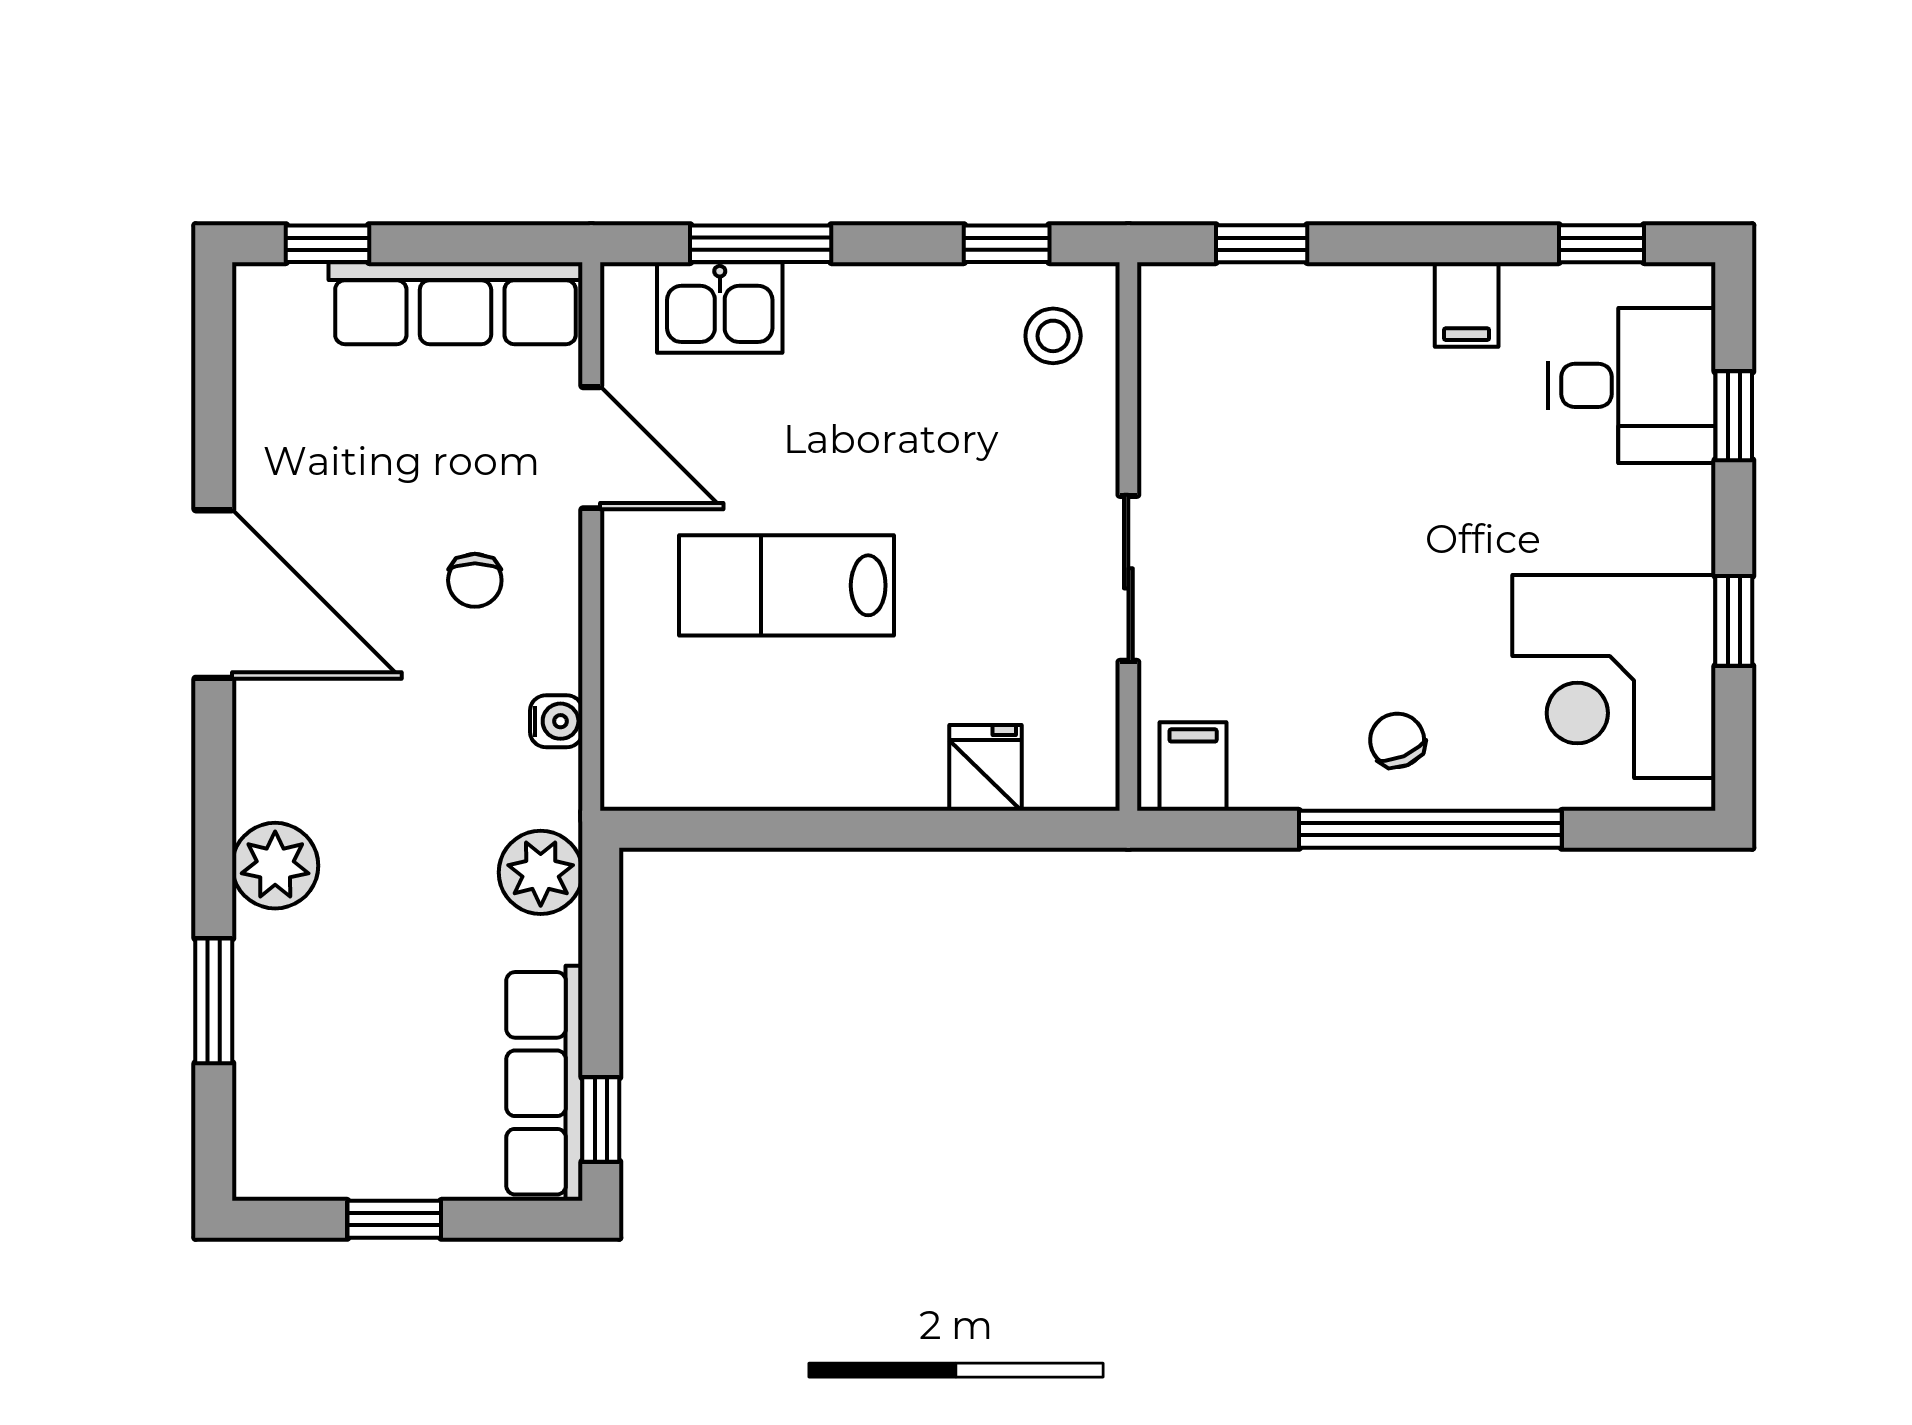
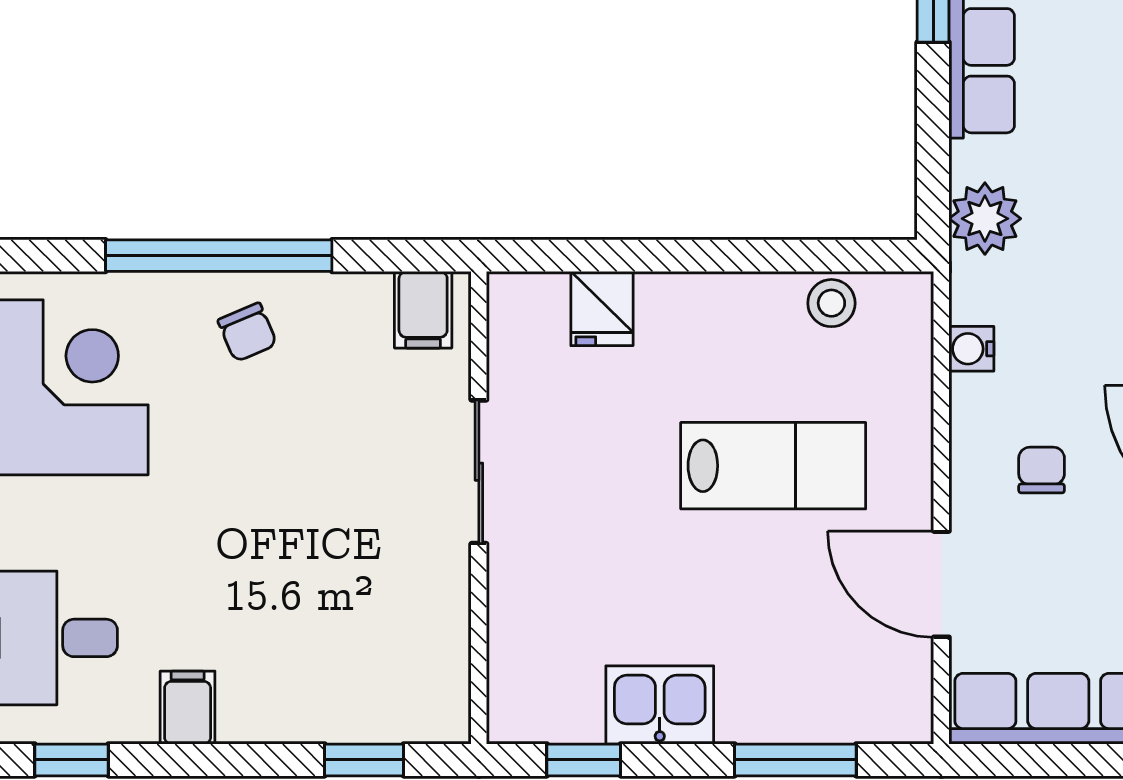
kitchen sink: (720, 308) -> (660, 705), moved
stool: (1053, 336) -> (831, 303), moved

